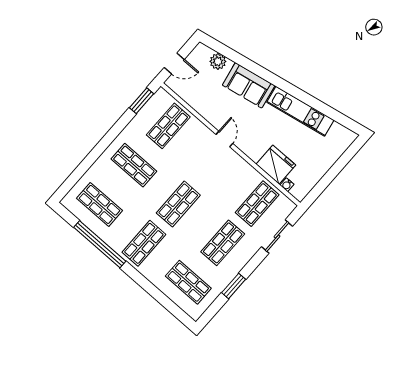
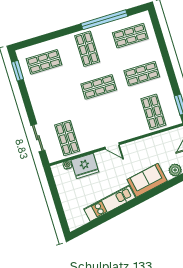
door: (224, 139) -> (112, 146), moved
shop shelf: (178, 204) -> (99, 87), turned 90
shop shelf: (223, 243) -> (56, 100), removed
window: (234, 286) -> (18, 71), moved

